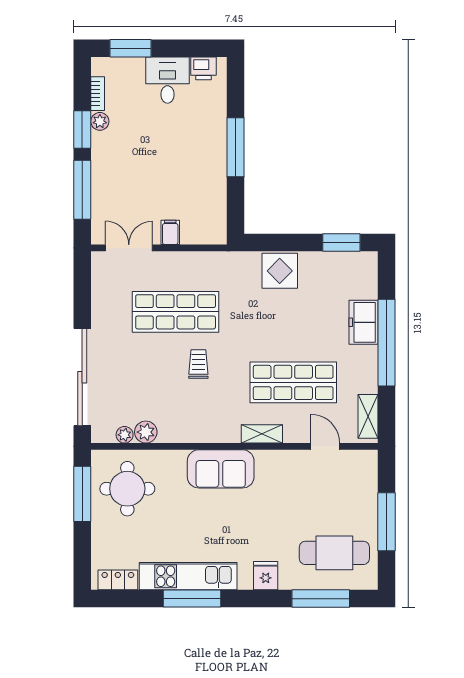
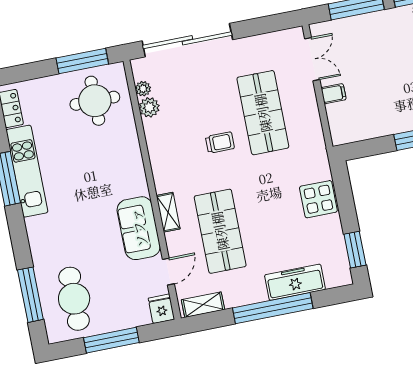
freezer: (363, 322) -> (295, 282), width x1.40
sofa: (221, 469) -> (139, 228), moved
fridge: (266, 576) -> (161, 309), moved, turned -90

